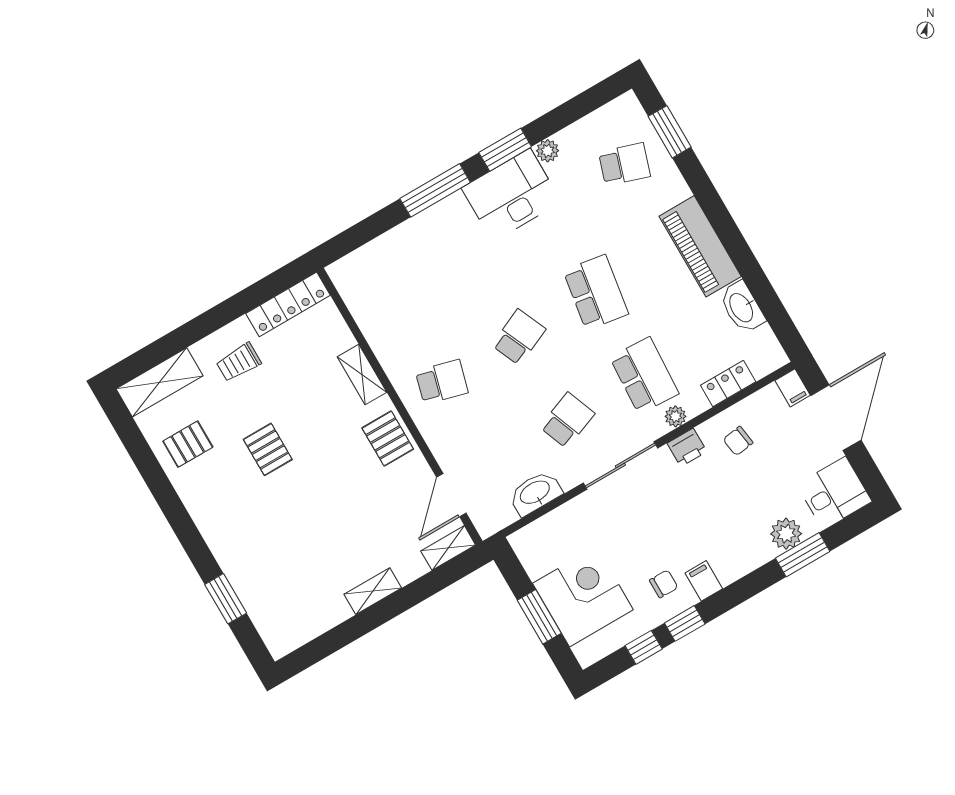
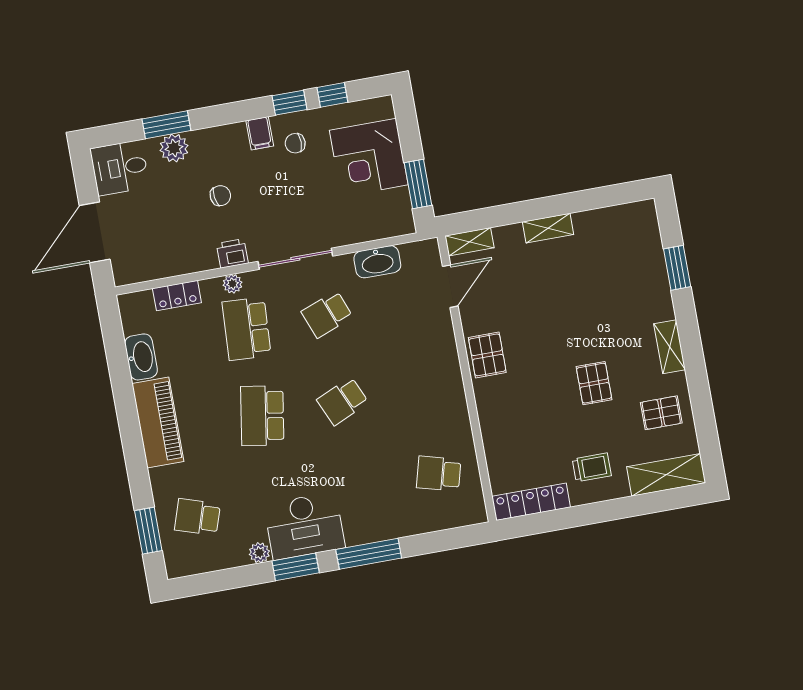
shelving: (362, 375) -> (670, 347), moved
school desk: (442, 382) -> (439, 474), moved
filing cabinet: (793, 388) -> (123, 272), removed
chair: (738, 441) -> (220, 196), moved
window: (539, 617) -> (418, 184), moved

